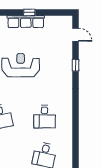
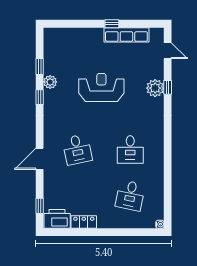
row of seats: (26, 22) -> (126, 35), moved
plant: (65, 66) -> (155, 88), added

